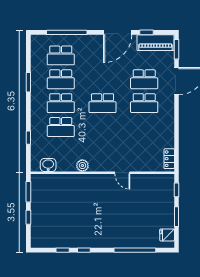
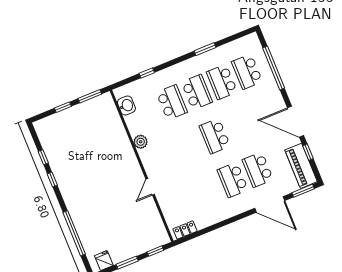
school desk: (61, 103) -> (197, 92), turned 180
school desk: (61, 127) -> (172, 102), turned 180

